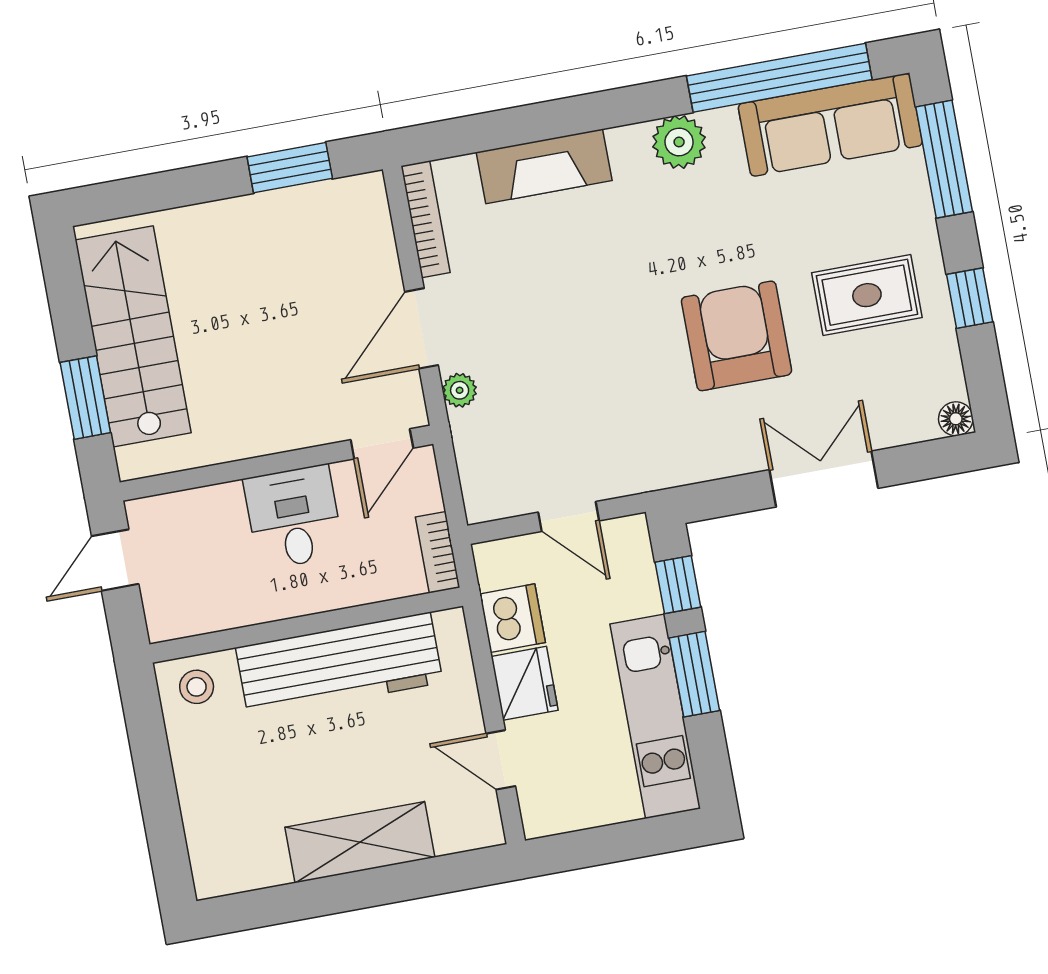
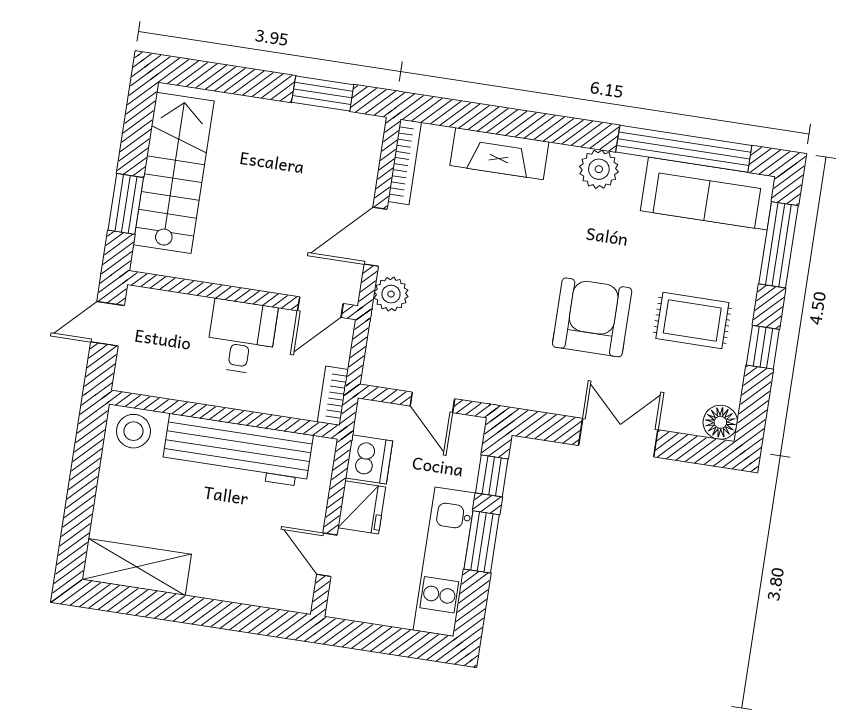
plant: (460, 390) -> (391, 294), width x1.38, depth x1.38
floor lamp: (956, 419) -> (720, 422), width x1.37, depth x1.37
stool: (197, 687) -> (133, 431), width x1.37, depth x1.37
shelving: (360, 842) -> (137, 567), moved

